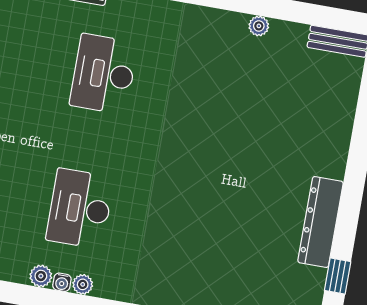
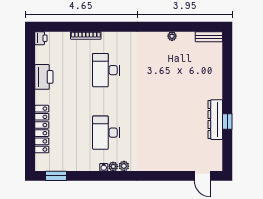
plant: (41, 276) -> (124, 166), moved
window: (338, 276) -> (227, 122), moved

